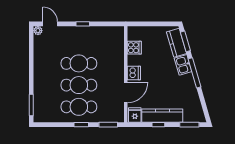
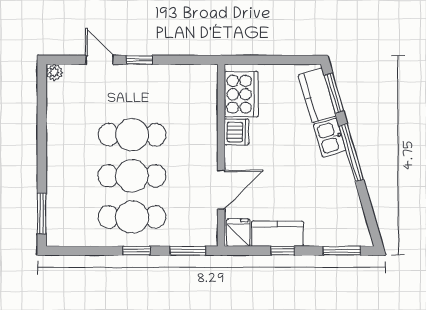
door: (50, 24) -> (100, 60), moved
cooker: (134, 48) -> (241, 94), width x1.87, depth x1.31
dishwasher: (134, 73) -> (236, 132), moved
kitchen counter: (162, 116) -> (277, 234), width x0.67

